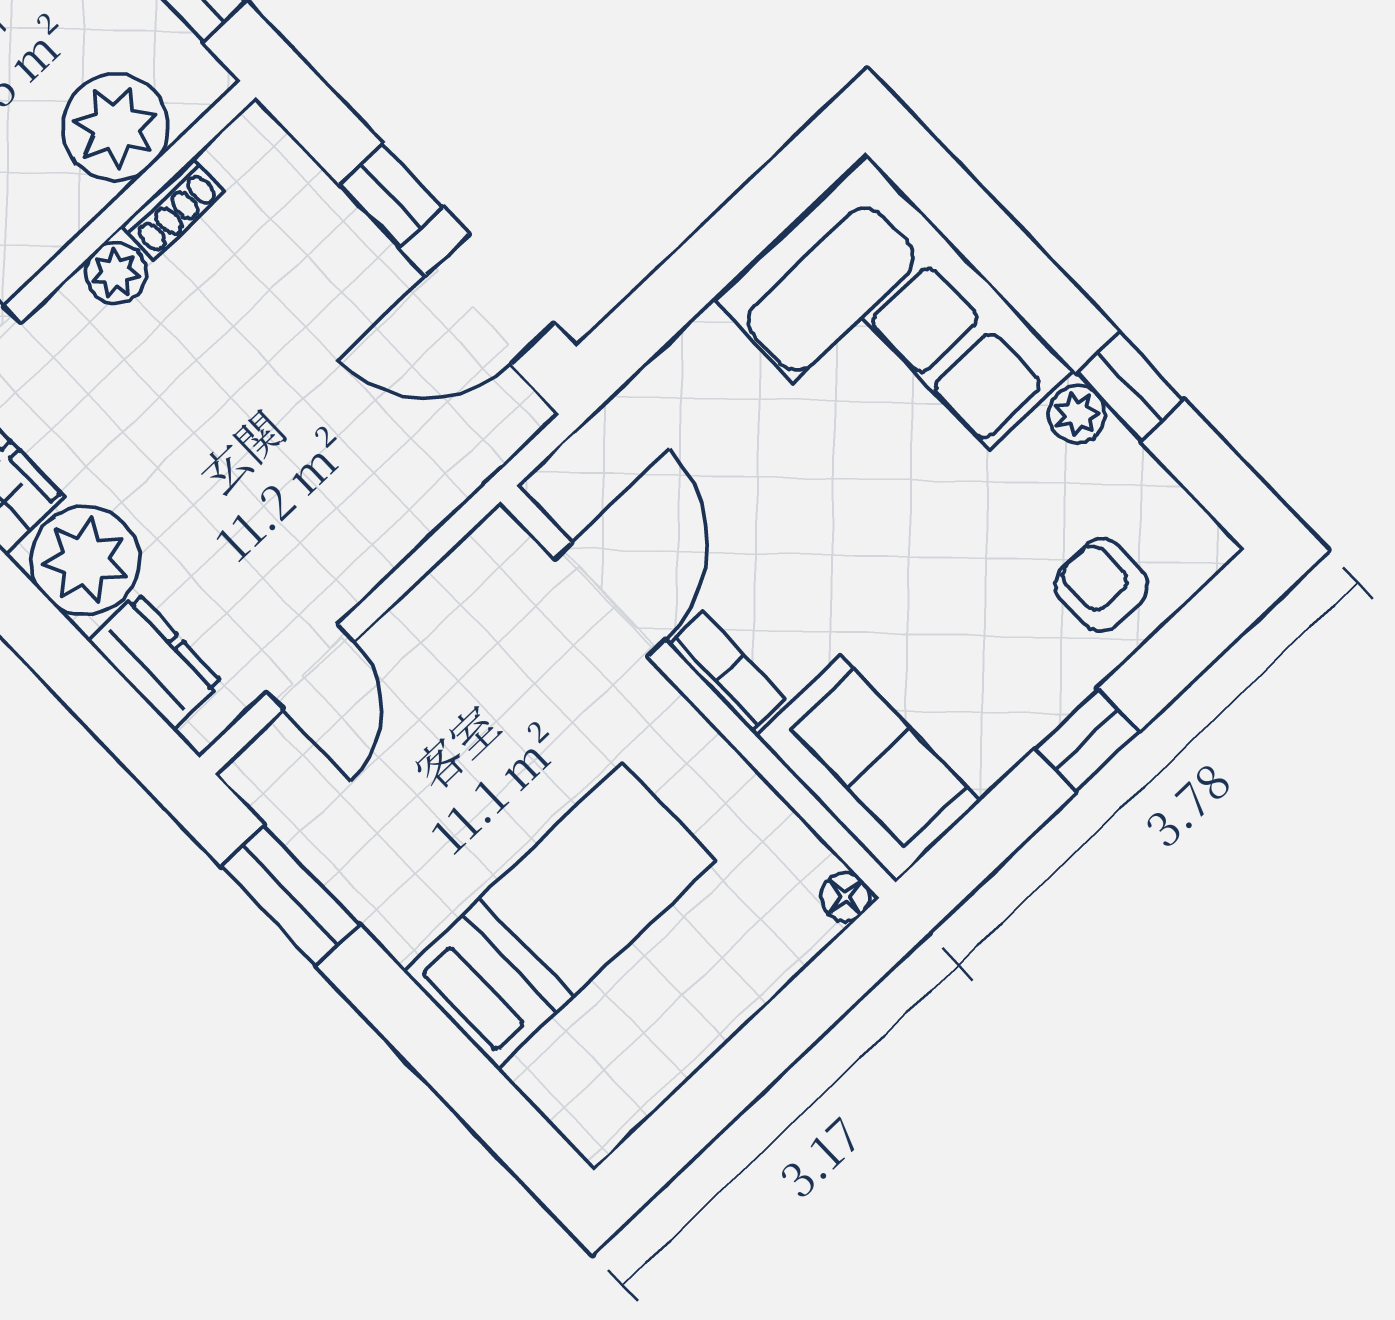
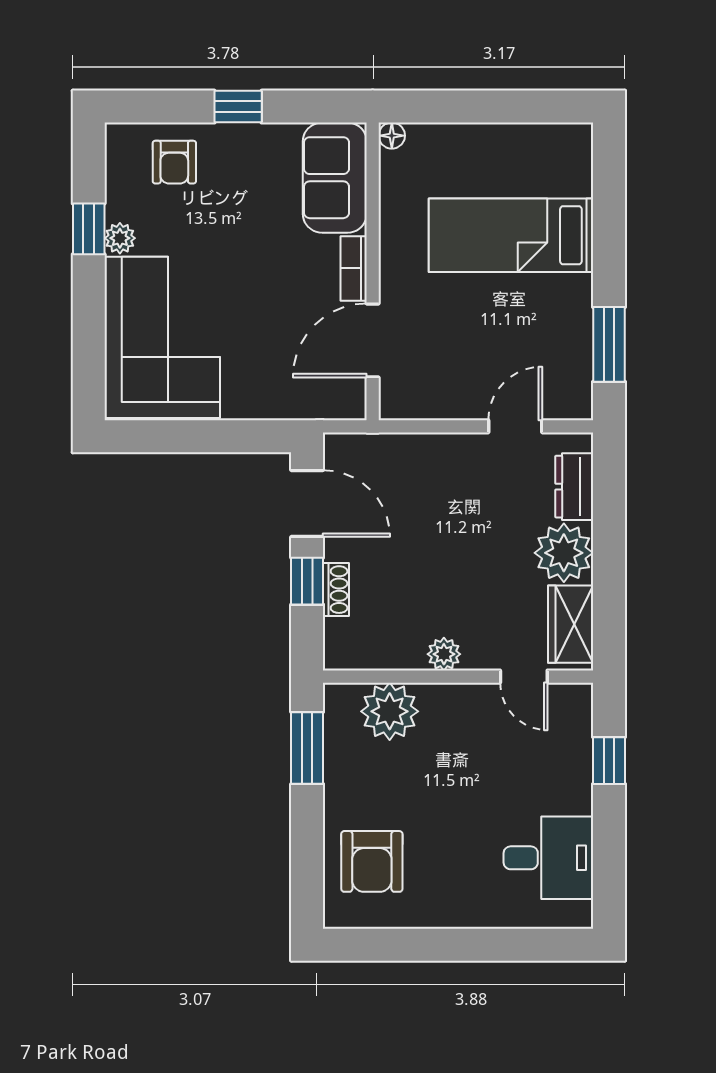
shoe rack: (173, 209) -> (336, 590), moved, turned 90

